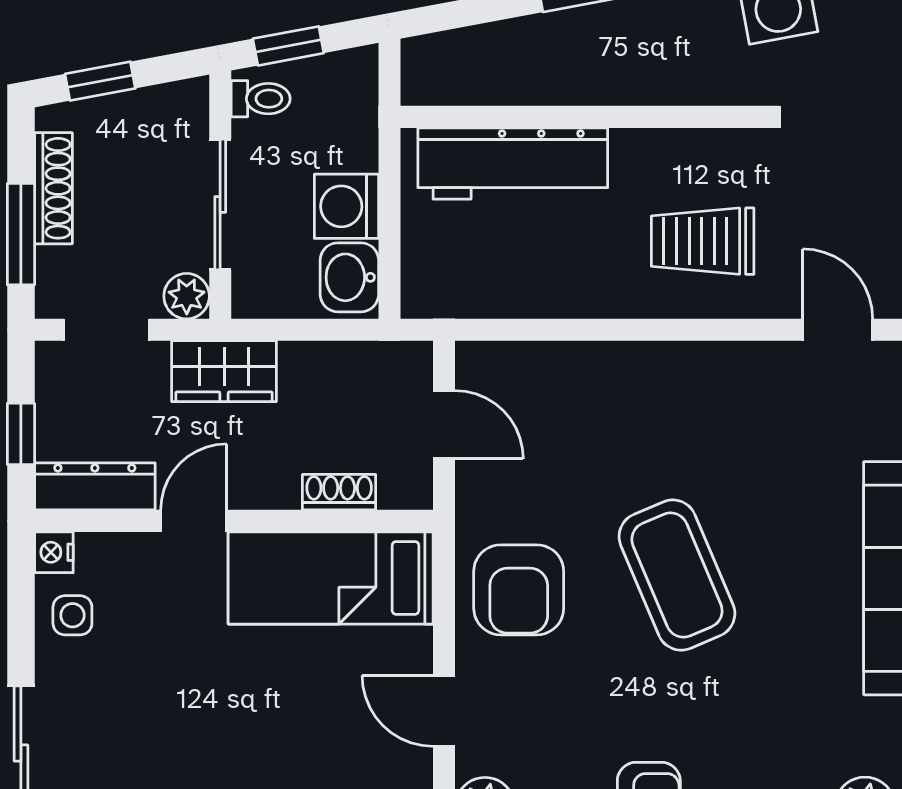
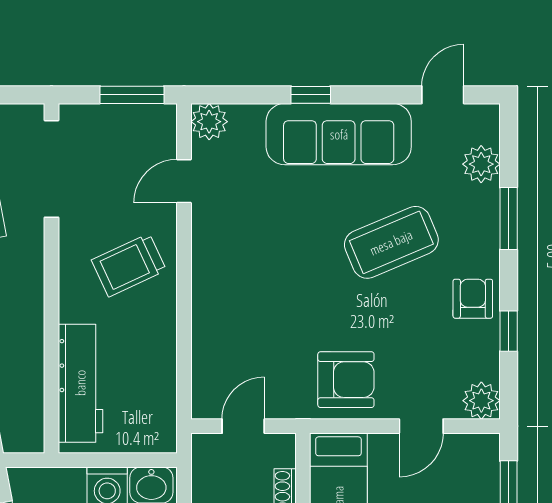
trolley: (703, 241) -> (129, 265), turned 65
coffee table: (677, 575) -> (391, 242), moved

